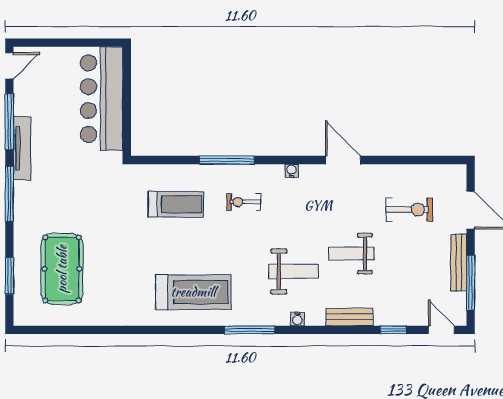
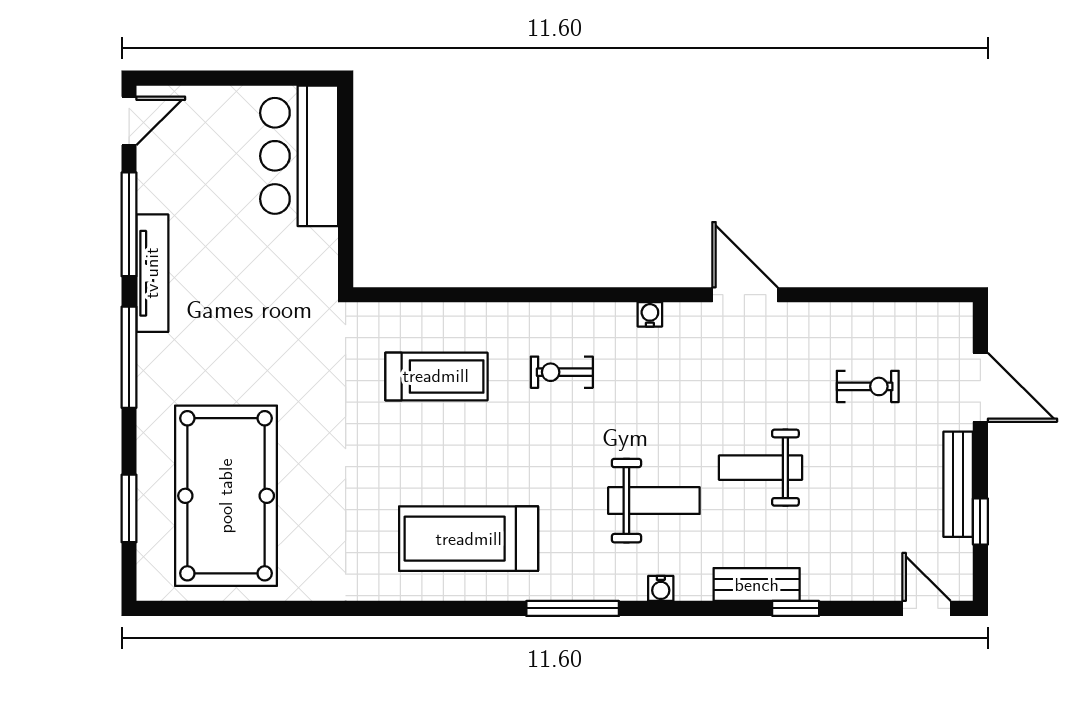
bar counter: (102, 99) -> (299, 156), width x0.73
window: (227, 160) -> (530, 295), removed
exercise bike: (410, 210) -> (868, 386), width x0.73, depth x0.72
pool table: (62, 269) -> (226, 496), width x1.36, depth x1.32
window: (471, 283) -> (980, 521), width x0.46
treadmill: (193, 292) -> (469, 539), turned 180
window: (393, 330) -> (796, 608), moved

